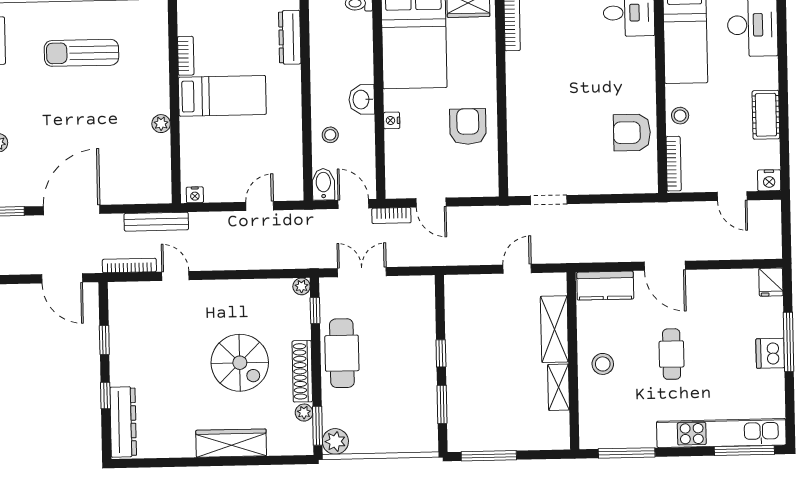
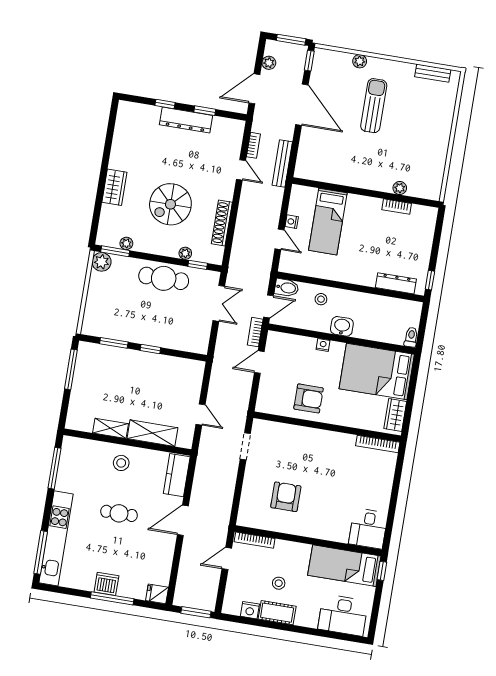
sun lounger: (81, 53) -> (374, 106), moved
bed: (222, 96) -> (328, 222), moved
stool: (680, 116) -> (279, 583), moved
plant: (161, 124) -> (400, 188), moved
armchair: (632, 133) -> (286, 497), moved
nightstand: (769, 180) -> (250, 610), moved, turned -90
nightstand: (195, 195) -> (292, 222), moved
door: (732, 196) -> (227, 558), moved
window: (786, 225) -> (196, 612), added
plant: (23, 265) -> (269, 63), added
bookcase: (129, 266) -> (253, 145), width x0.64
door: (175, 276) -> (241, 170), hinge flipped
plant: (302, 286) -> (185, 253), moved
shoe rack: (302, 371) -> (222, 223), moved, turned -90
dresser: (123, 422) -> (186, 120), moved
wardrobe: (231, 443) -> (114, 187), width x0.67

